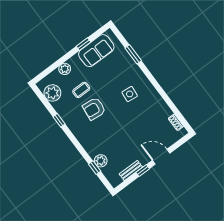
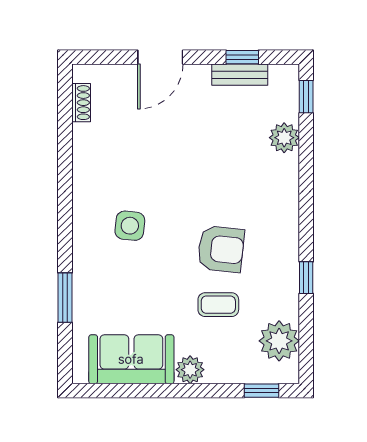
window: (83, 44) -> (261, 391), moved
plant: (65, 69) -> (190, 370), moved
door: (161, 157) -> (160, 57), hinge flipped
window: (95, 168) -> (306, 97), moved
window: (143, 171) -> (242, 57), moved

